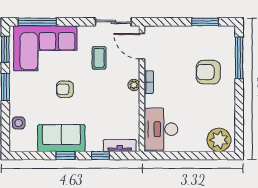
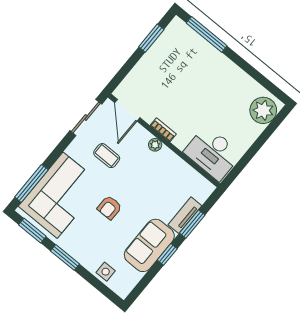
door: (142, 46) -> (127, 110), hinge flipped
armchair: (208, 72) -> (197, 71), removed
tv unit: (120, 146) -> (185, 215), moved
window: (100, 156) -> (192, 224), width x1.50

